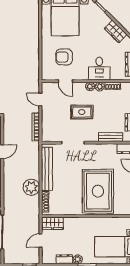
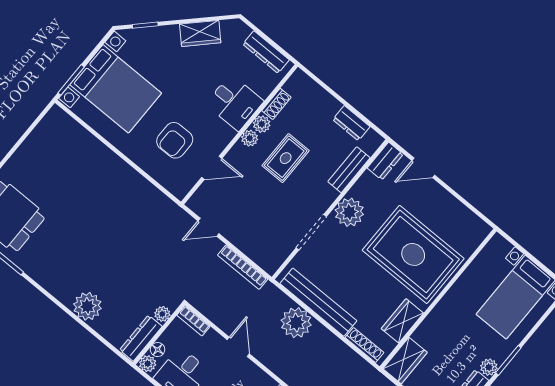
rug: (82, 112) -> (286, 158), moved
plant: (94, 151) -> (349, 212), added
plant: (31, 187) -> (296, 323), moved
wardrobe: (68, 209) -> (402, 321), added

